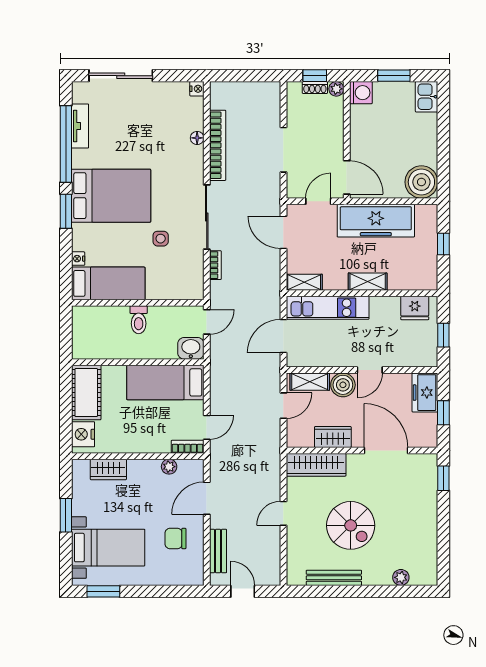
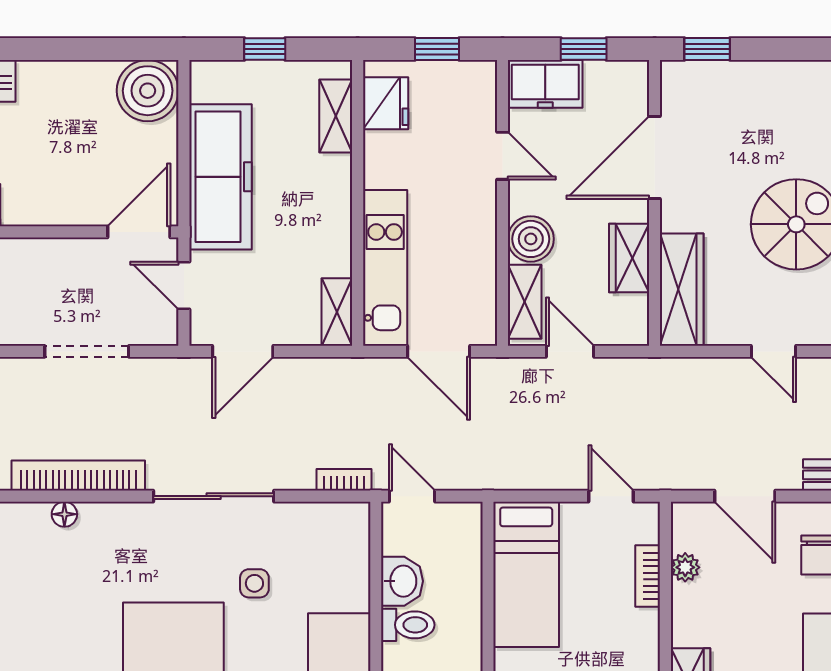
bookcase: (215, 265) -> (344, 480), moved
shelving: (368, 282) -> (336, 116), moved
washbasin: (191, 348) -> (402, 581), moved, turned 180
door: (370, 370) -> (502, 156), moved
bookcase: (188, 447) -> (648, 576), moved

